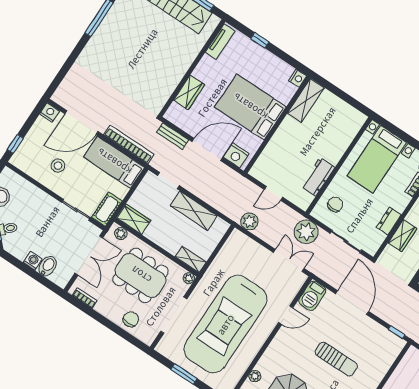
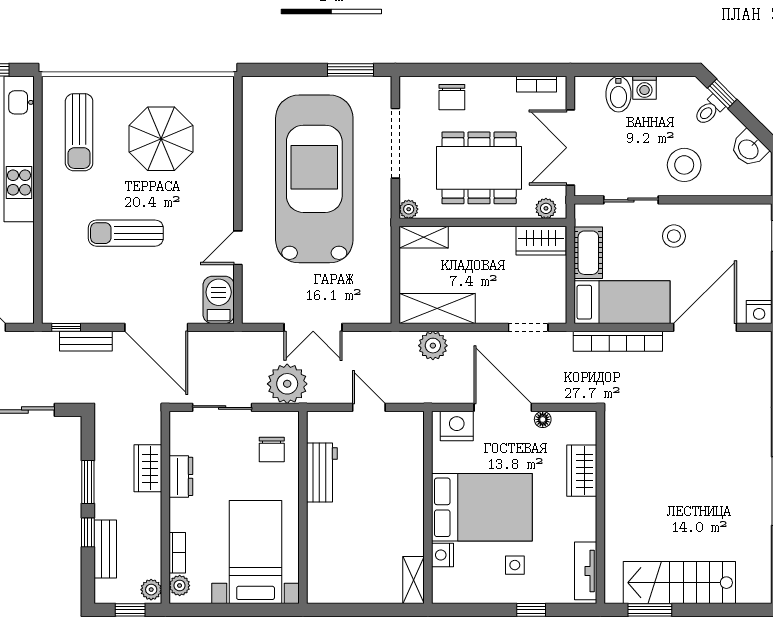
side table: (253, 68) -> (515, 565), added
nightstand: (298, 78) -> (443, 555), moved
shelving: (306, 101) -> (414, 580), width x0.67, depth x0.75
floor lamp: (192, 130) -> (543, 419), added
bench: (173, 136) -> (86, 341), moved
door: (207, 149) -> (503, 407), swing flipped
stool: (58, 166) -> (674, 236), moved
door: (273, 193) -> (369, 407), hinge flipped
cot: (107, 209) -> (588, 253), moved
stool: (38, 210) -> (684, 165), added
shelving: (194, 211) -> (437, 309), moved
plant: (249, 221) -> (433, 346), moved
double door: (289, 260) -> (313, 327), moved
window: (184, 374) -> (351, 70), moved
plant: (255, 376) -> (224, 133), removed

